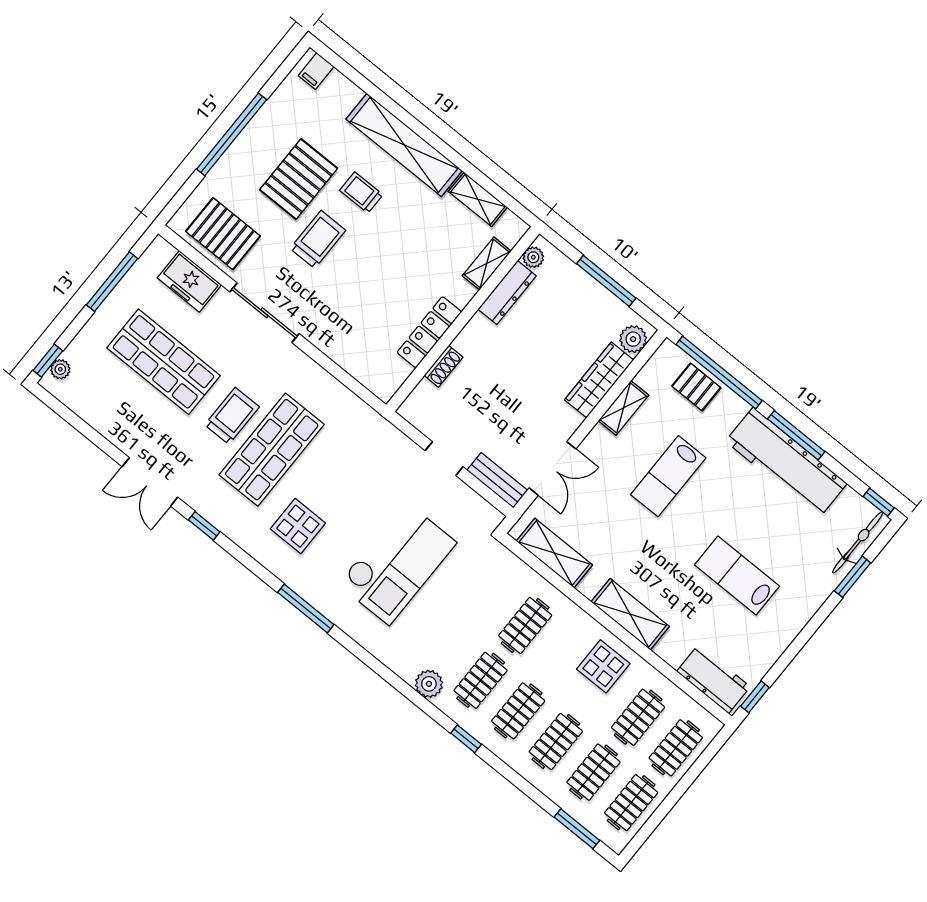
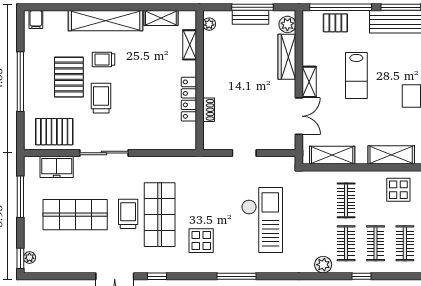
dresser: (507, 293) -> (210, 51), removed
shelving: (623, 408) -> (309, 82), moved
bench: (497, 480) -> (250, 17), moved

